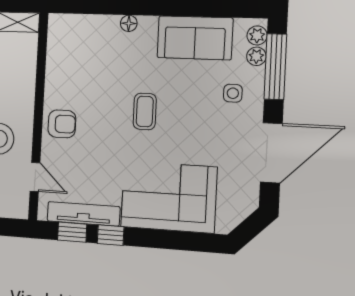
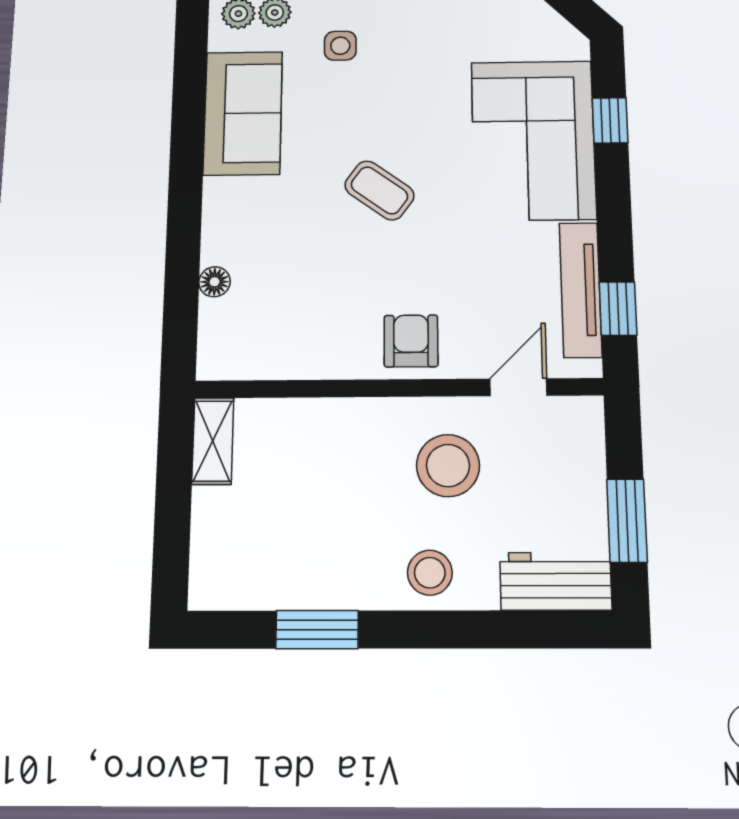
floor lamp: (129, 23) -> (215, 282), moved
coffee table: (145, 111) -> (379, 190), turned 36
window: (111, 235) -> (610, 120), moved

